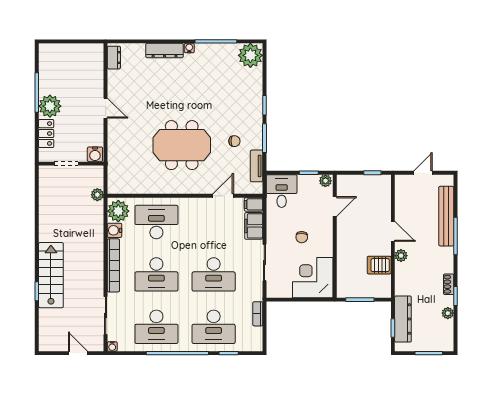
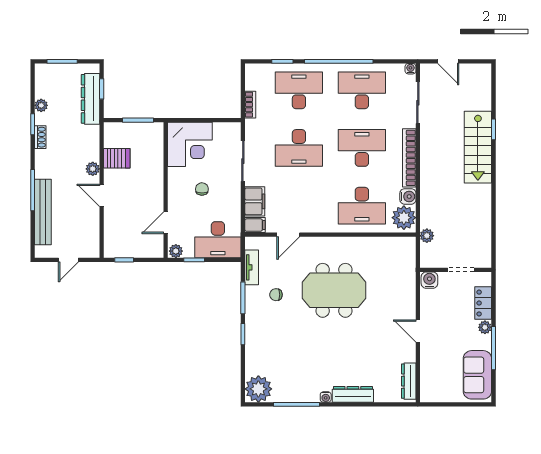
dresser: (114, 58) -> (409, 381), width x1.44
sofa: (51, 68) -> (477, 375), added
plant: (50, 106) -> (485, 327), width x0.53, depth x0.53
desk: (282, 191) -> (218, 240), width x1.37
desk: (214, 274) -> (299, 148), turned 180

